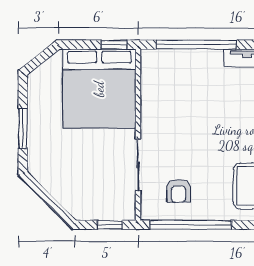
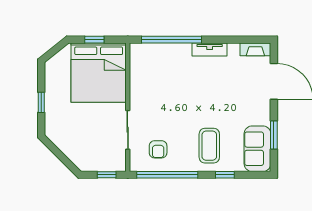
window: (114, 45) -> (94, 40), moved
window: (23, 128) -> (41, 102), width x0.67

